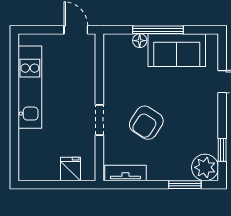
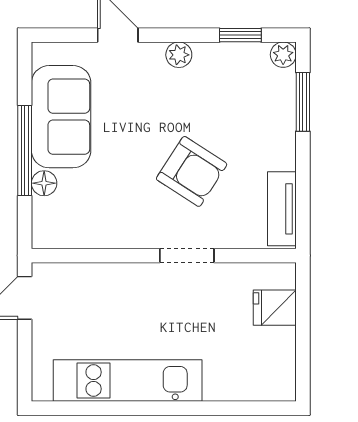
plant: (211, 116) -> (179, 55), added
plant: (205, 167) -> (283, 55), width x0.53, depth x0.53

